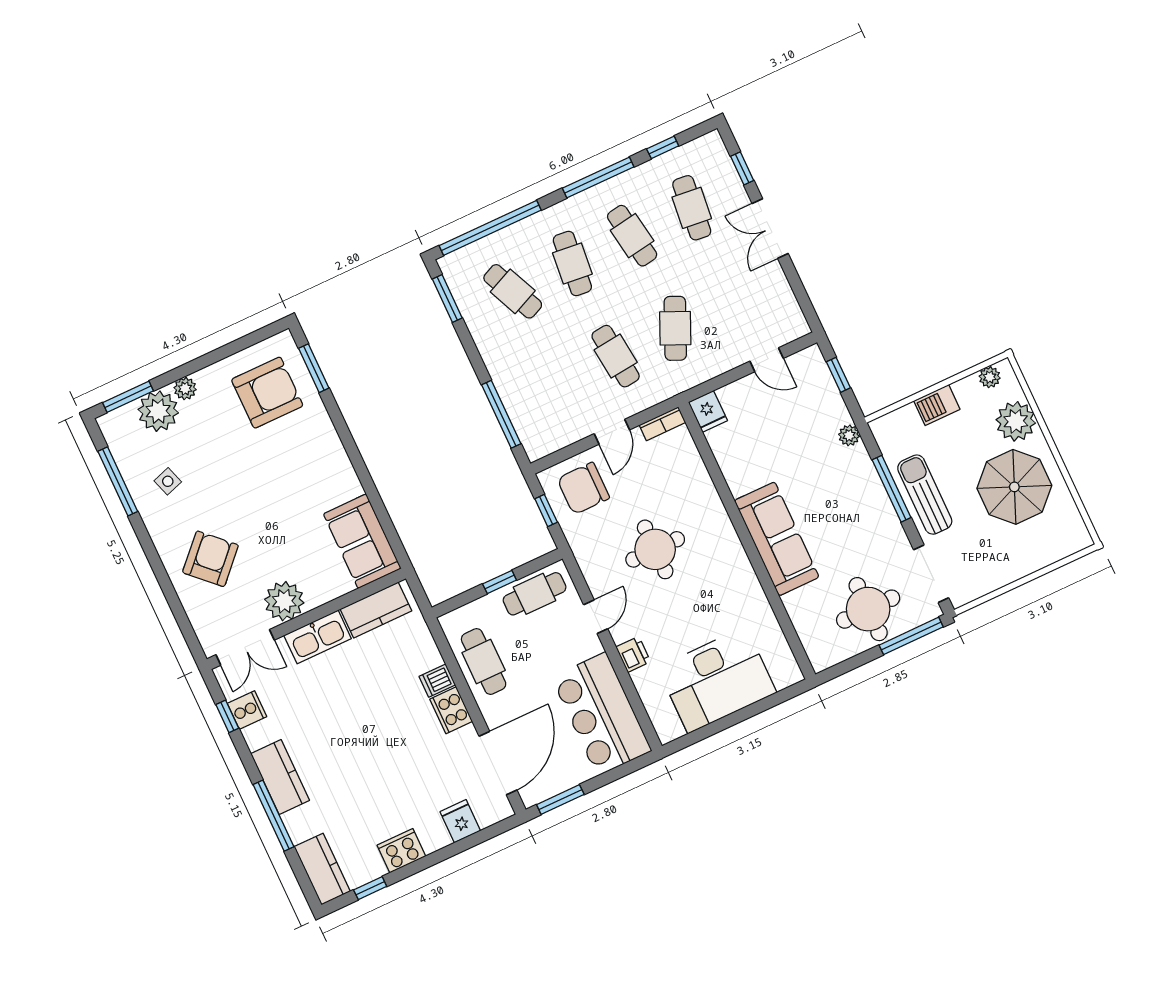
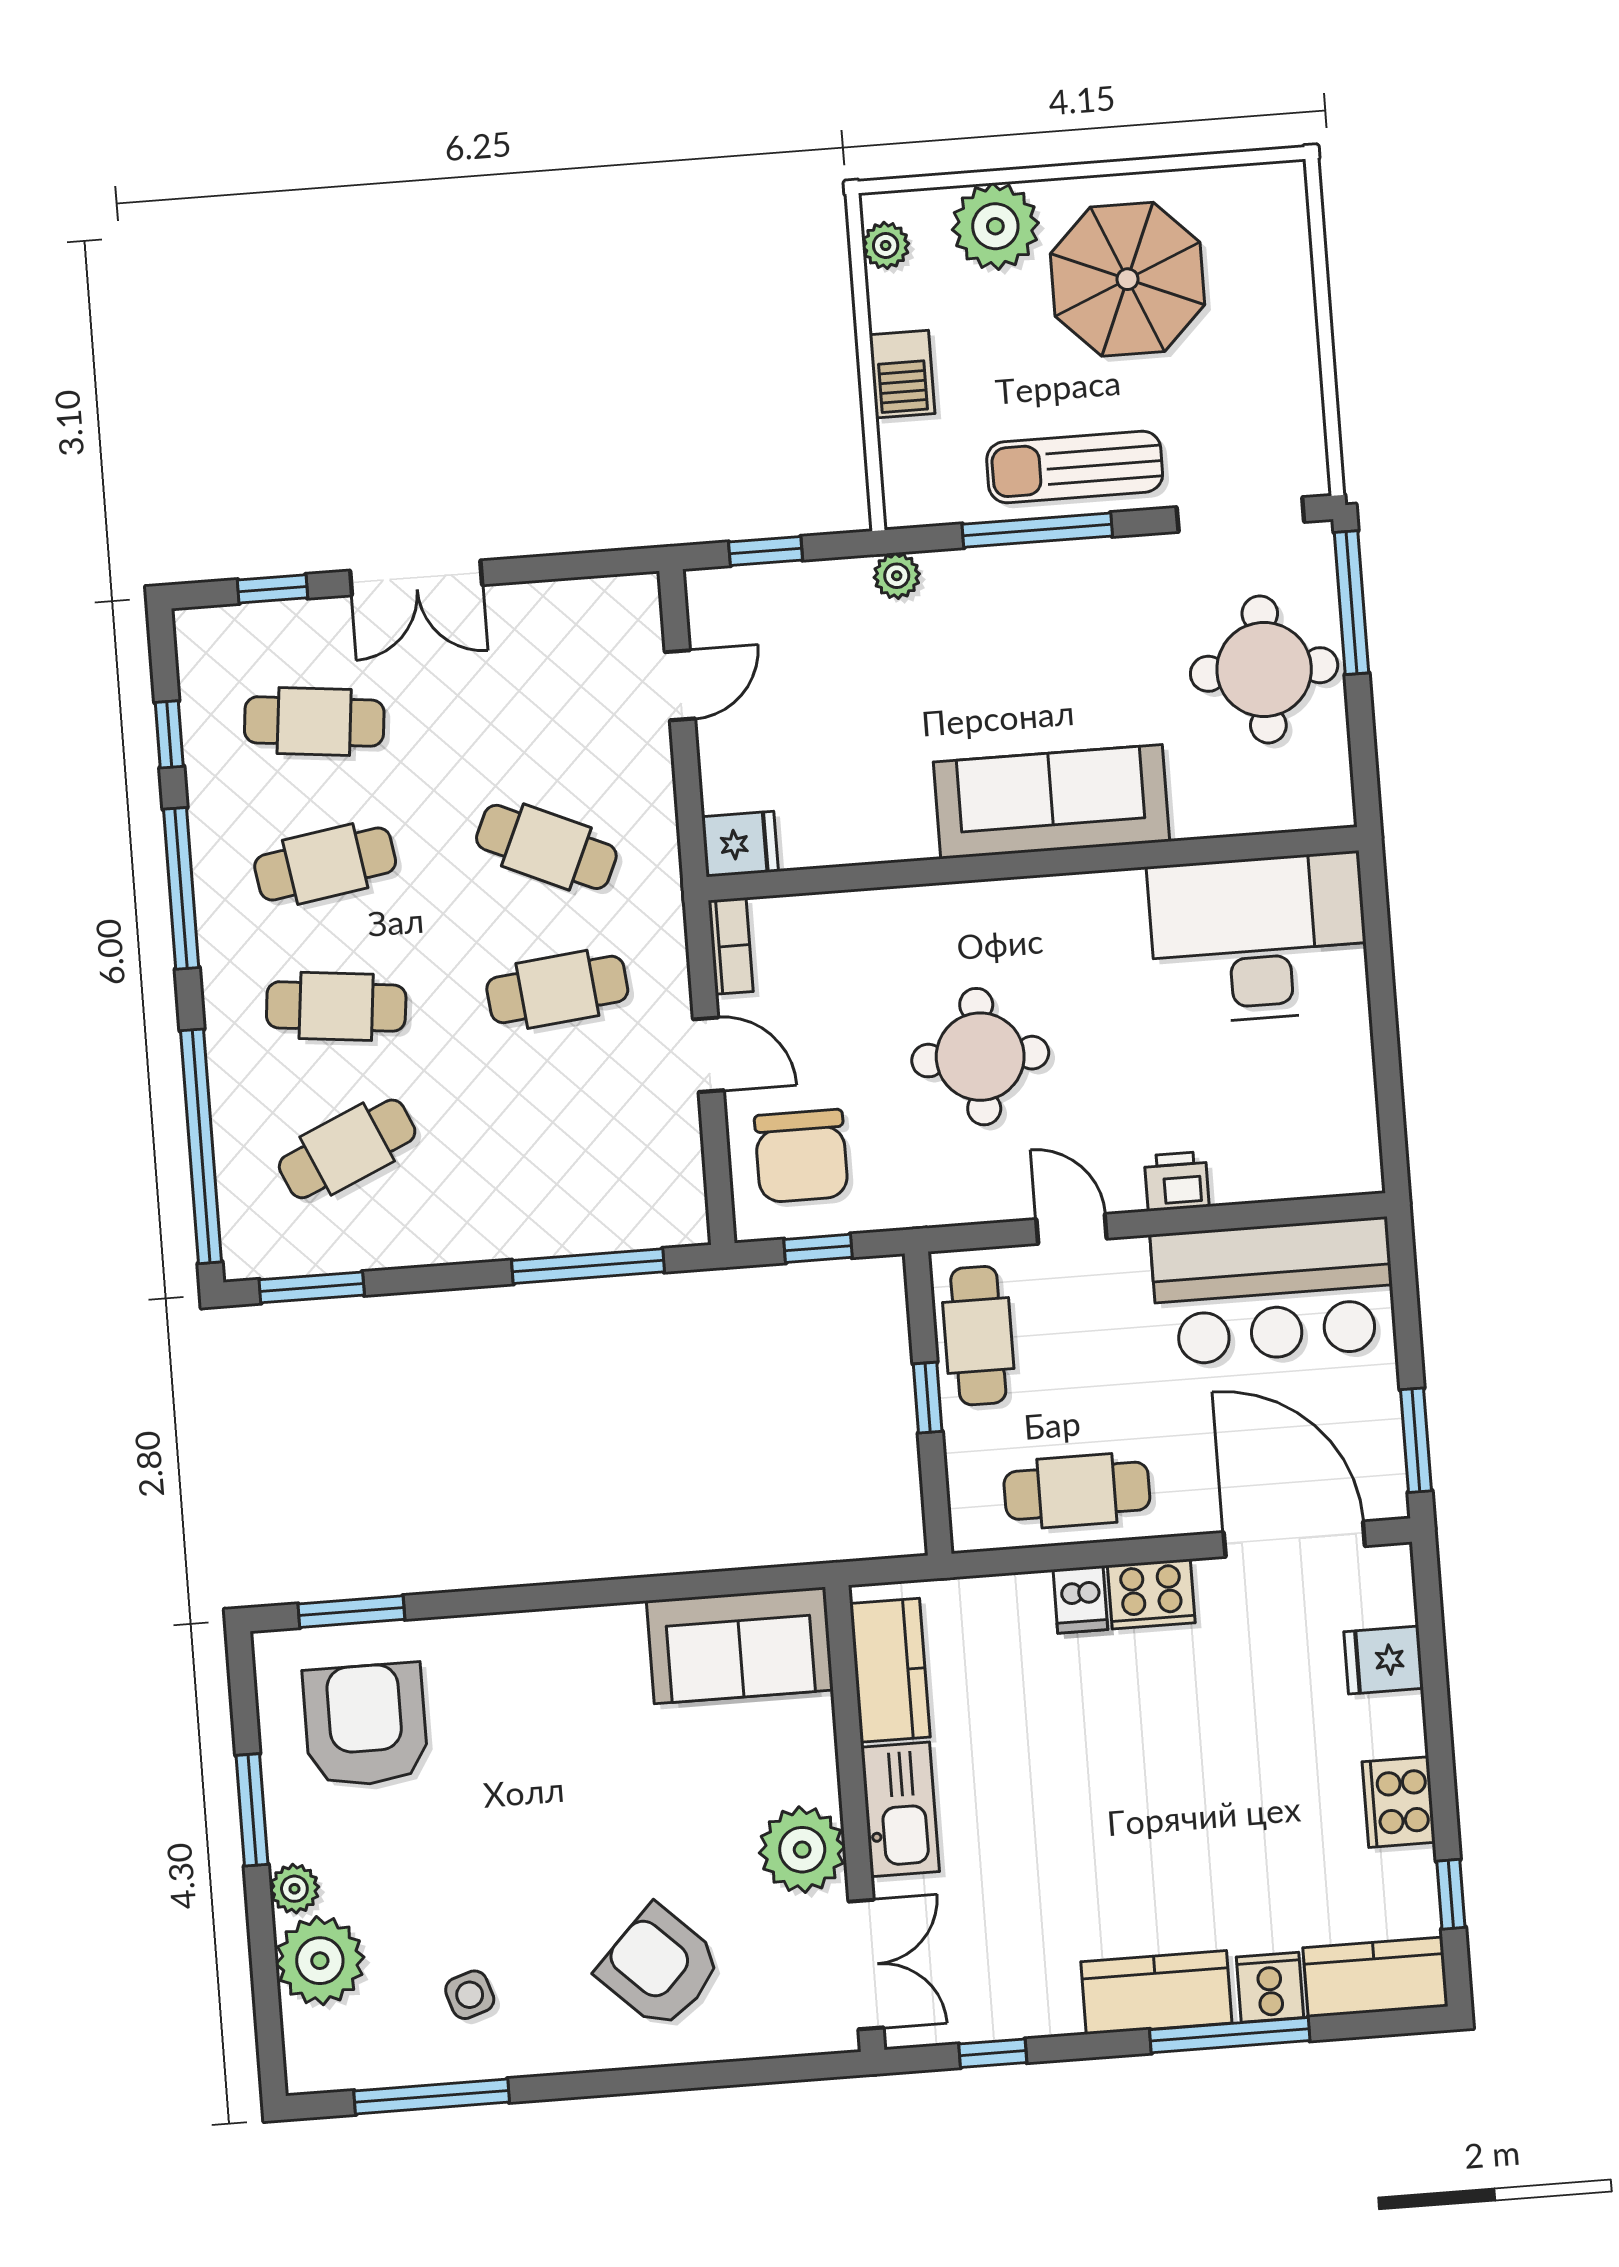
window: (128, 397) -> (252, 1810), moved
desk: (717, 680) -> (1259, 938), moved, turned -90
cooker: (247, 710) -> (1270, 1987), moved

